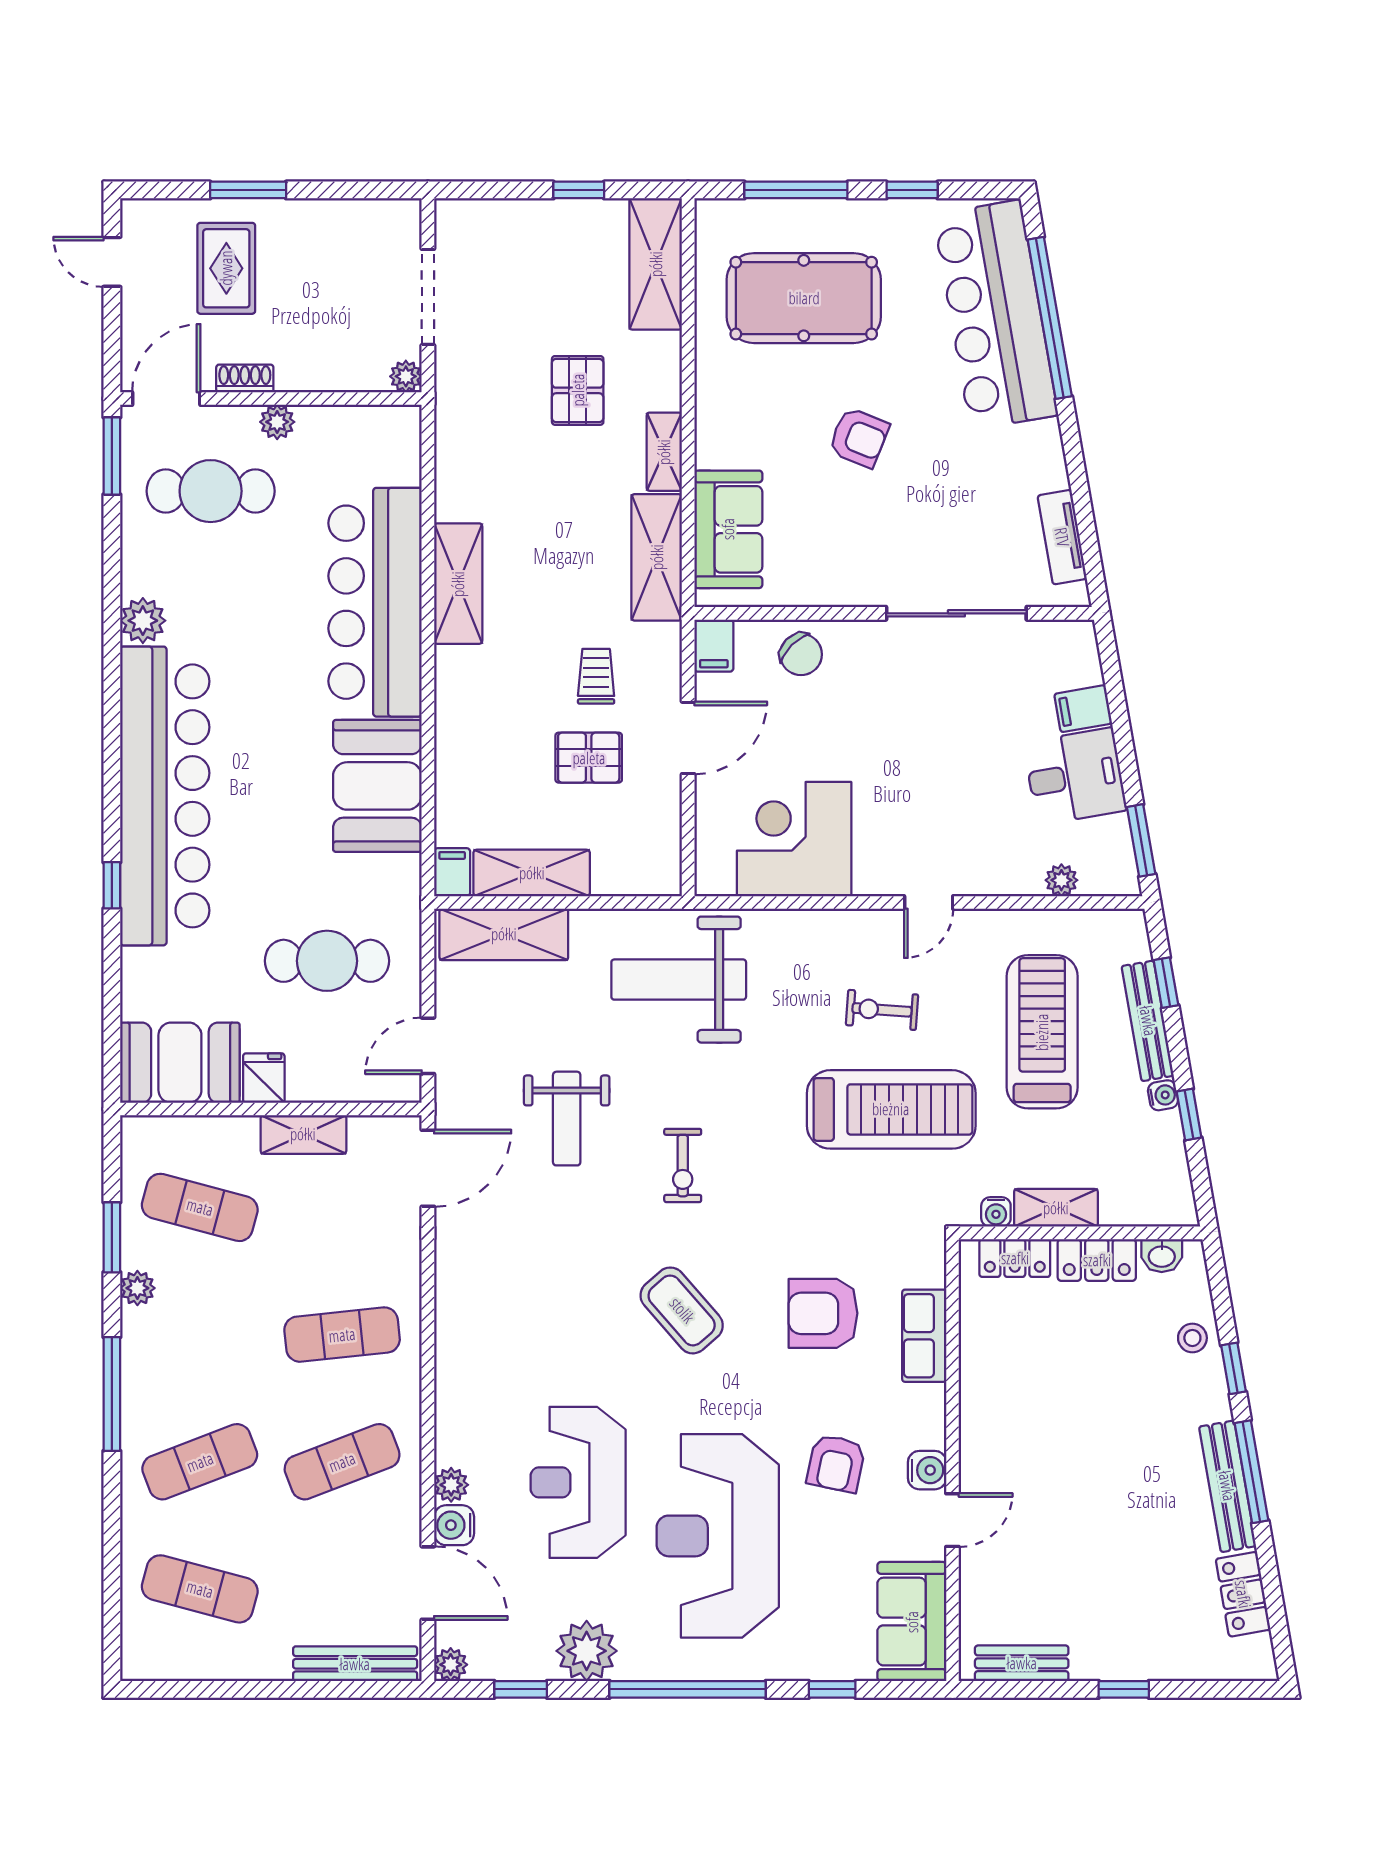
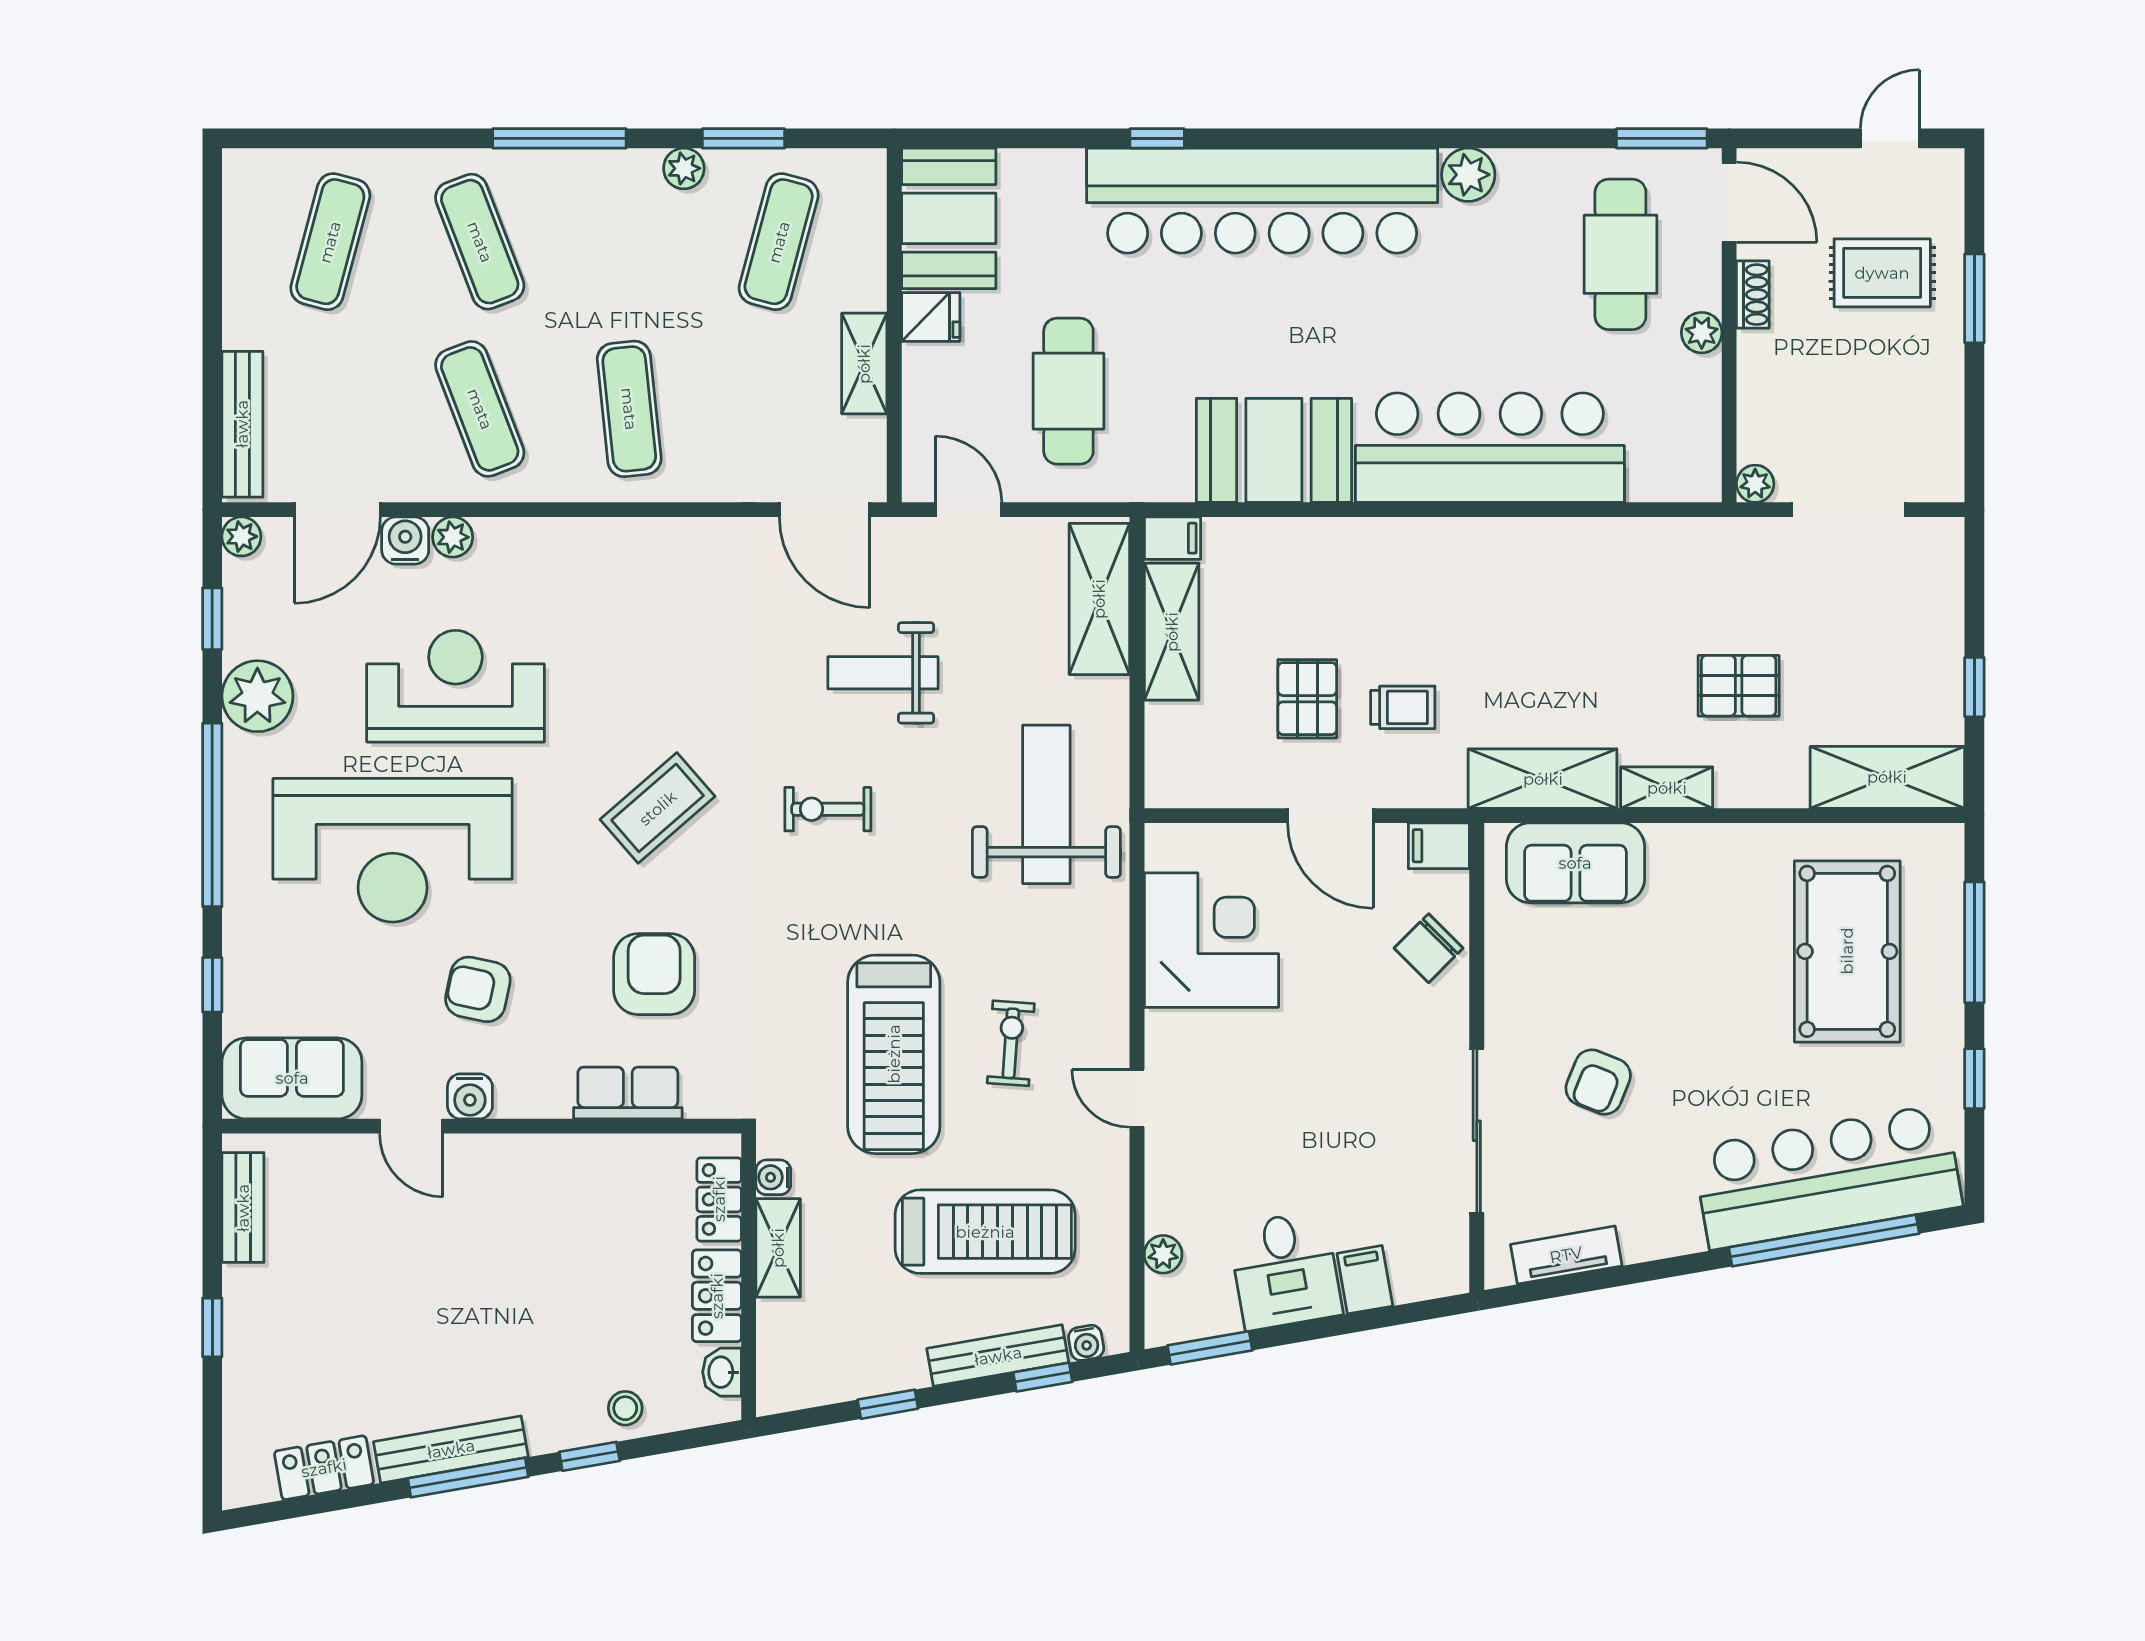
armchair: (859, 438) -> (1598, 1082), moved
shelving: (458, 584) -> (1512, 545), removed
water cooler: (1163, 1095) -> (1086, 1343), moved
reception desk: (718, 1536) -> (393, 850), turned 180

